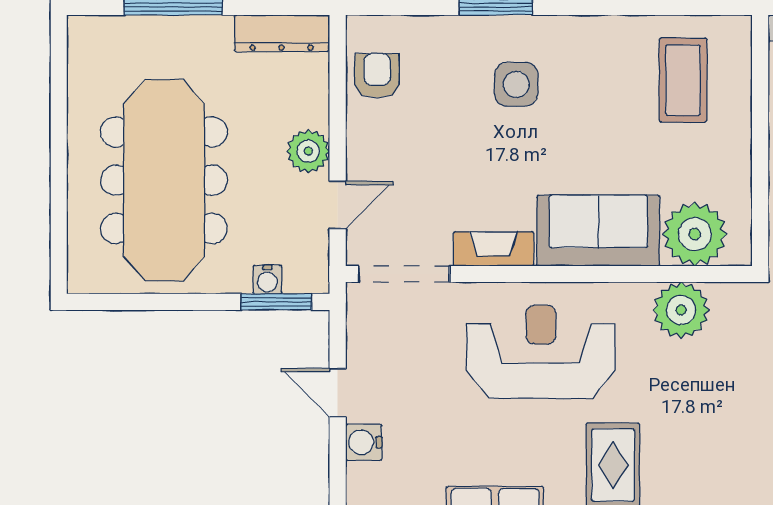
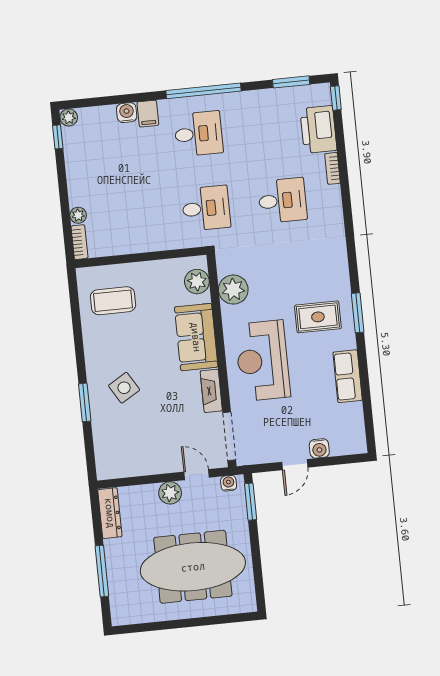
armchair: (377, 76) -> (127, 461), removed
side table: (516, 84) -> (124, 388), turned -31
plant: (695, 234) -> (197, 282), width x0.73, depth x0.73
water cooler: (267, 280) -> (229, 483), moved, turned -90

